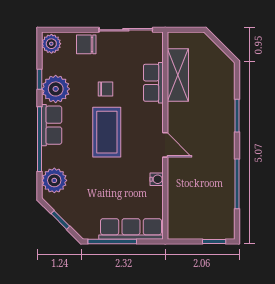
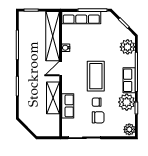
chair: (86, 44) -> (98, 117), moved
shelving: (178, 75) -> (53, 98), moved
door: (165, 145) -> (61, 68), hinge flipped
shelving: (178, 198) -> (53, 36), added

